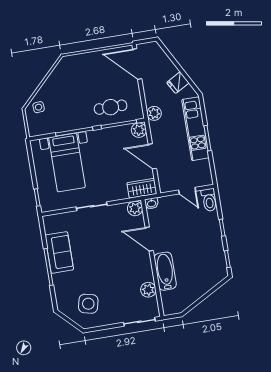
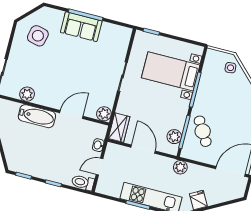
cafe table: (111, 107) -> (203, 131), turned -31
plant: (139, 130) -> (174, 137), moved
door: (152, 156) -> (143, 149), hinge flipped
washbasin: (152, 203) -> (98, 145), moved
sofa: (59, 252) -> (81, 27), moved

